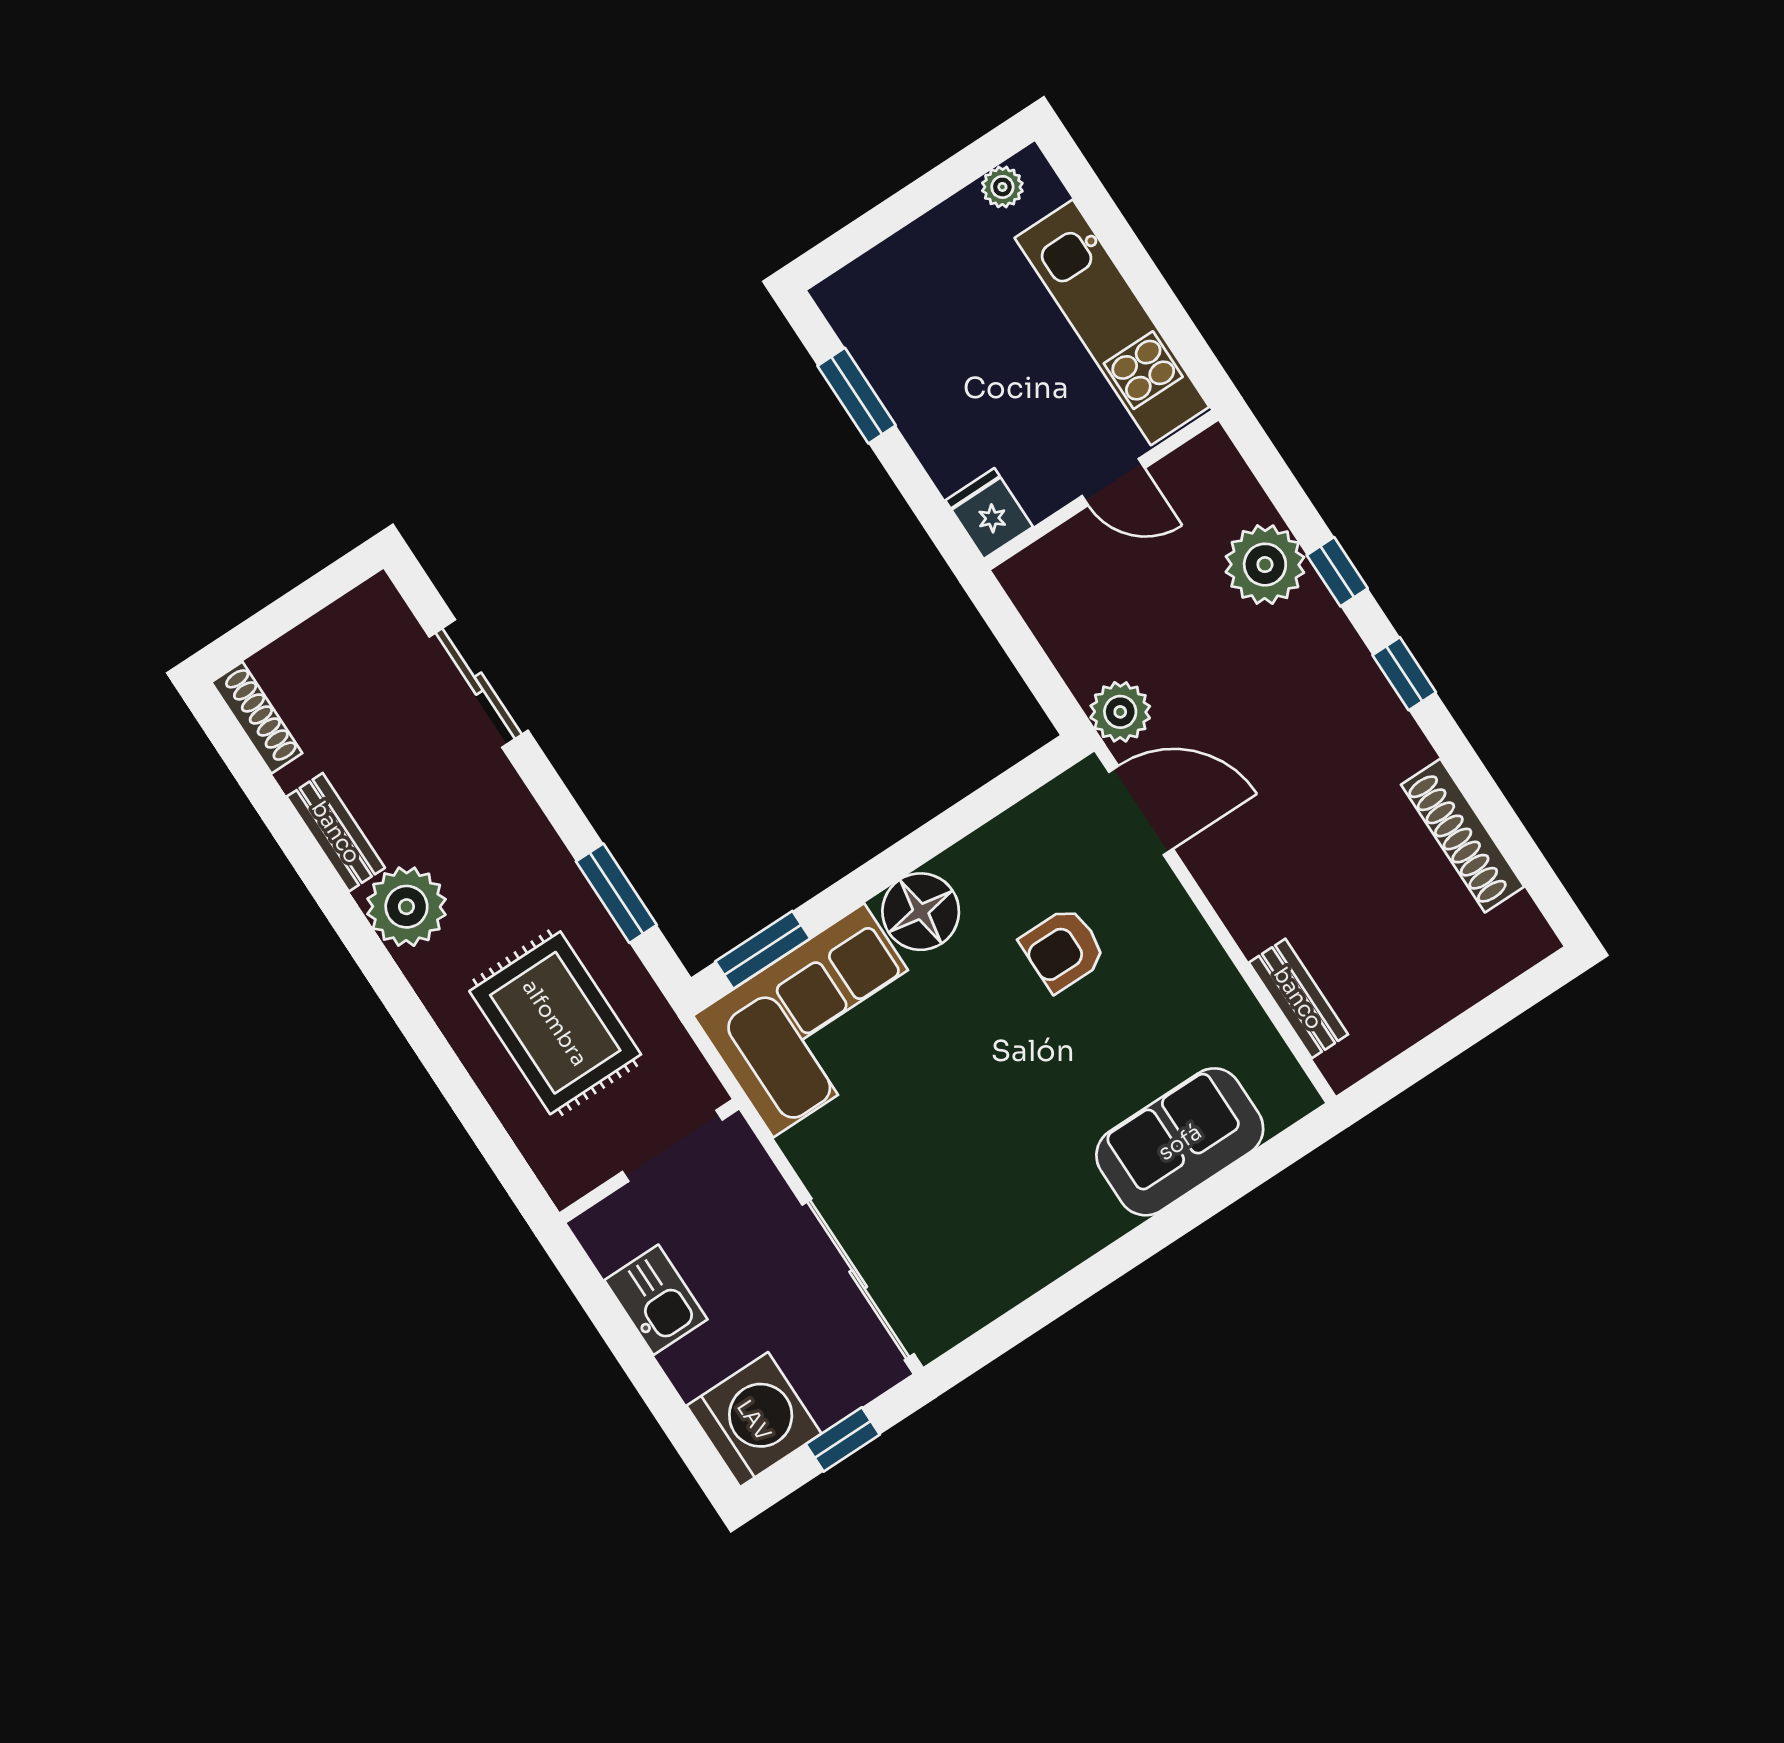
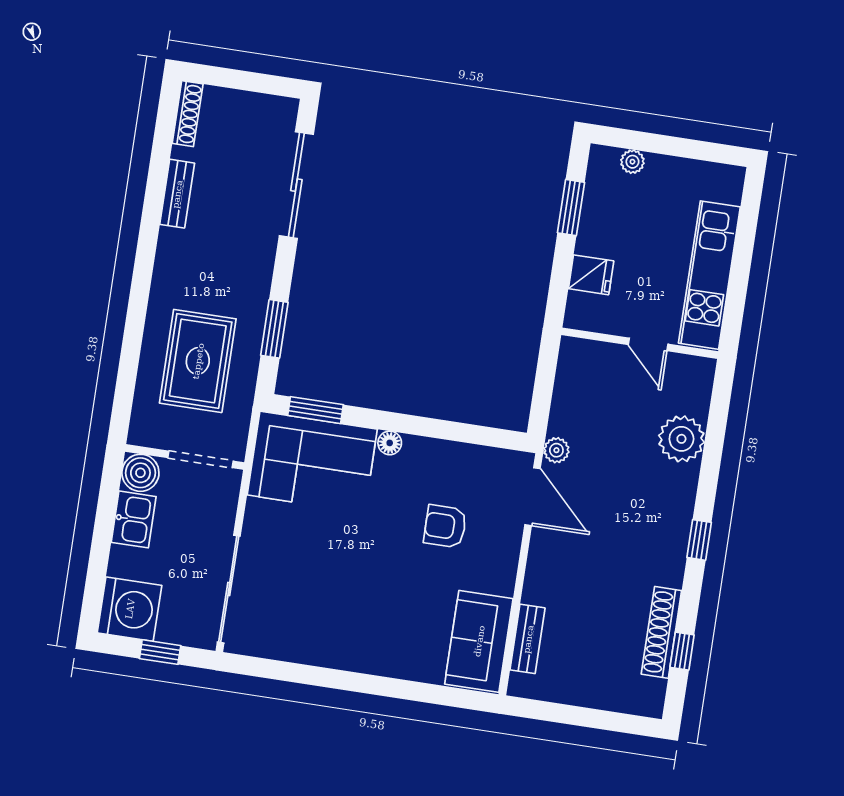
plant: (1002, 187) -> (632, 162), moved
fridge: (989, 514) -> (591, 275), moved, turned 90
window: (1337, 572) -> (682, 651), moved
sliding door: (479, 684) -> (296, 185), width x1.37
plant: (1120, 712) -> (556, 450), width x0.73, depth x0.73
plant: (406, 907) -> (179, 253), removed
floor lamp: (921, 912) -> (390, 443), width x0.53, depth x0.53
sofa: (1180, 1142) -> (479, 641), moved, turned -90
boiler: (611, 1232) -> (140, 473), added

